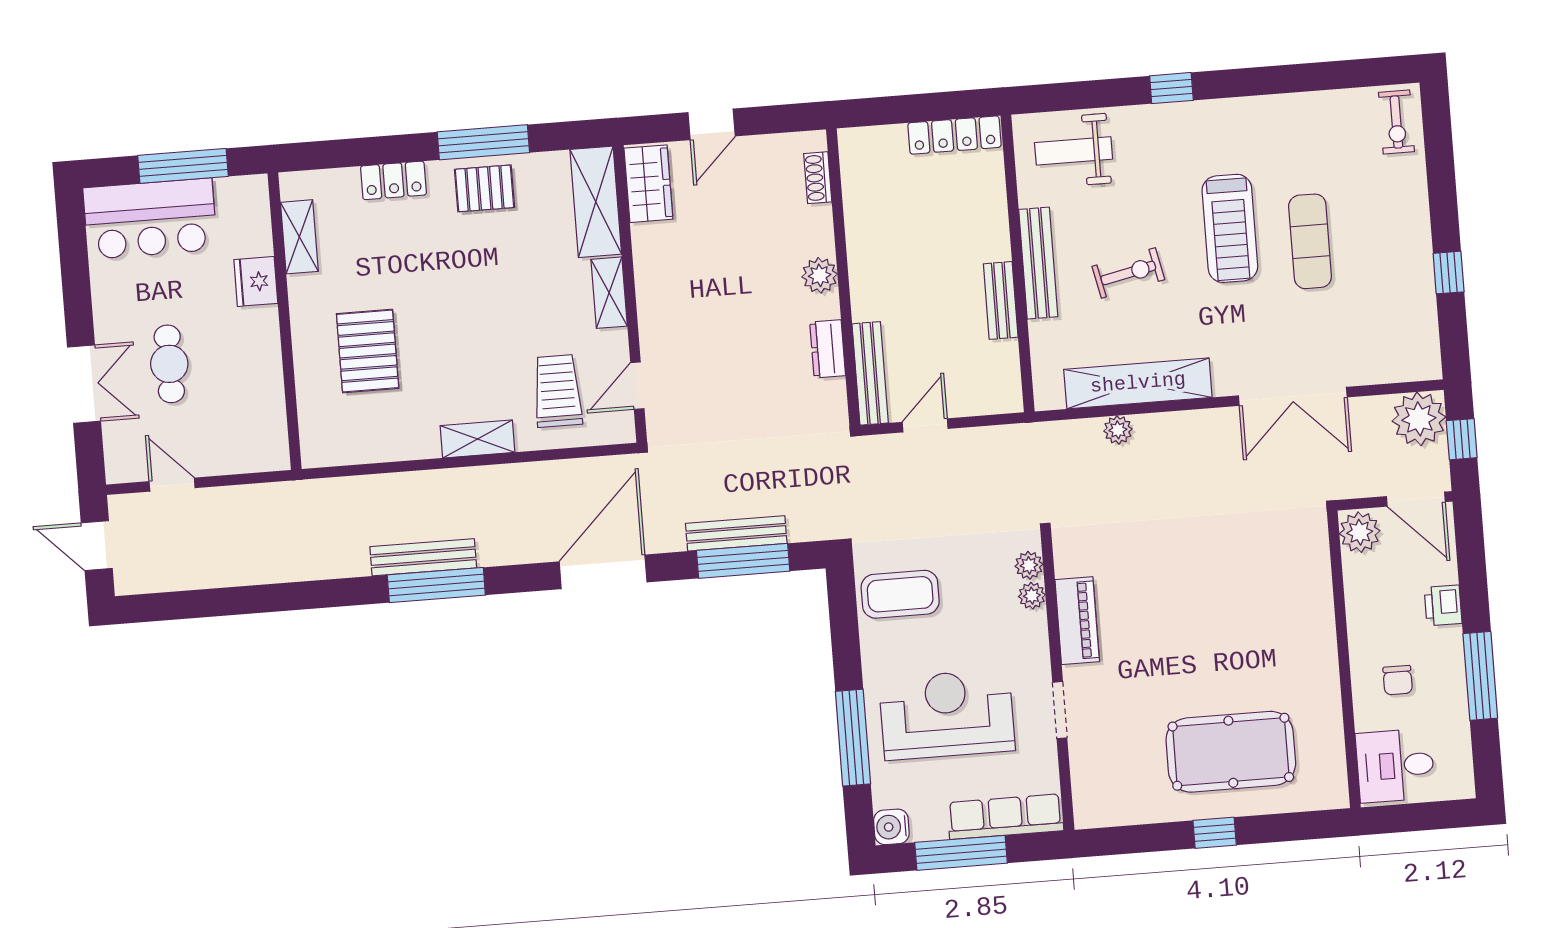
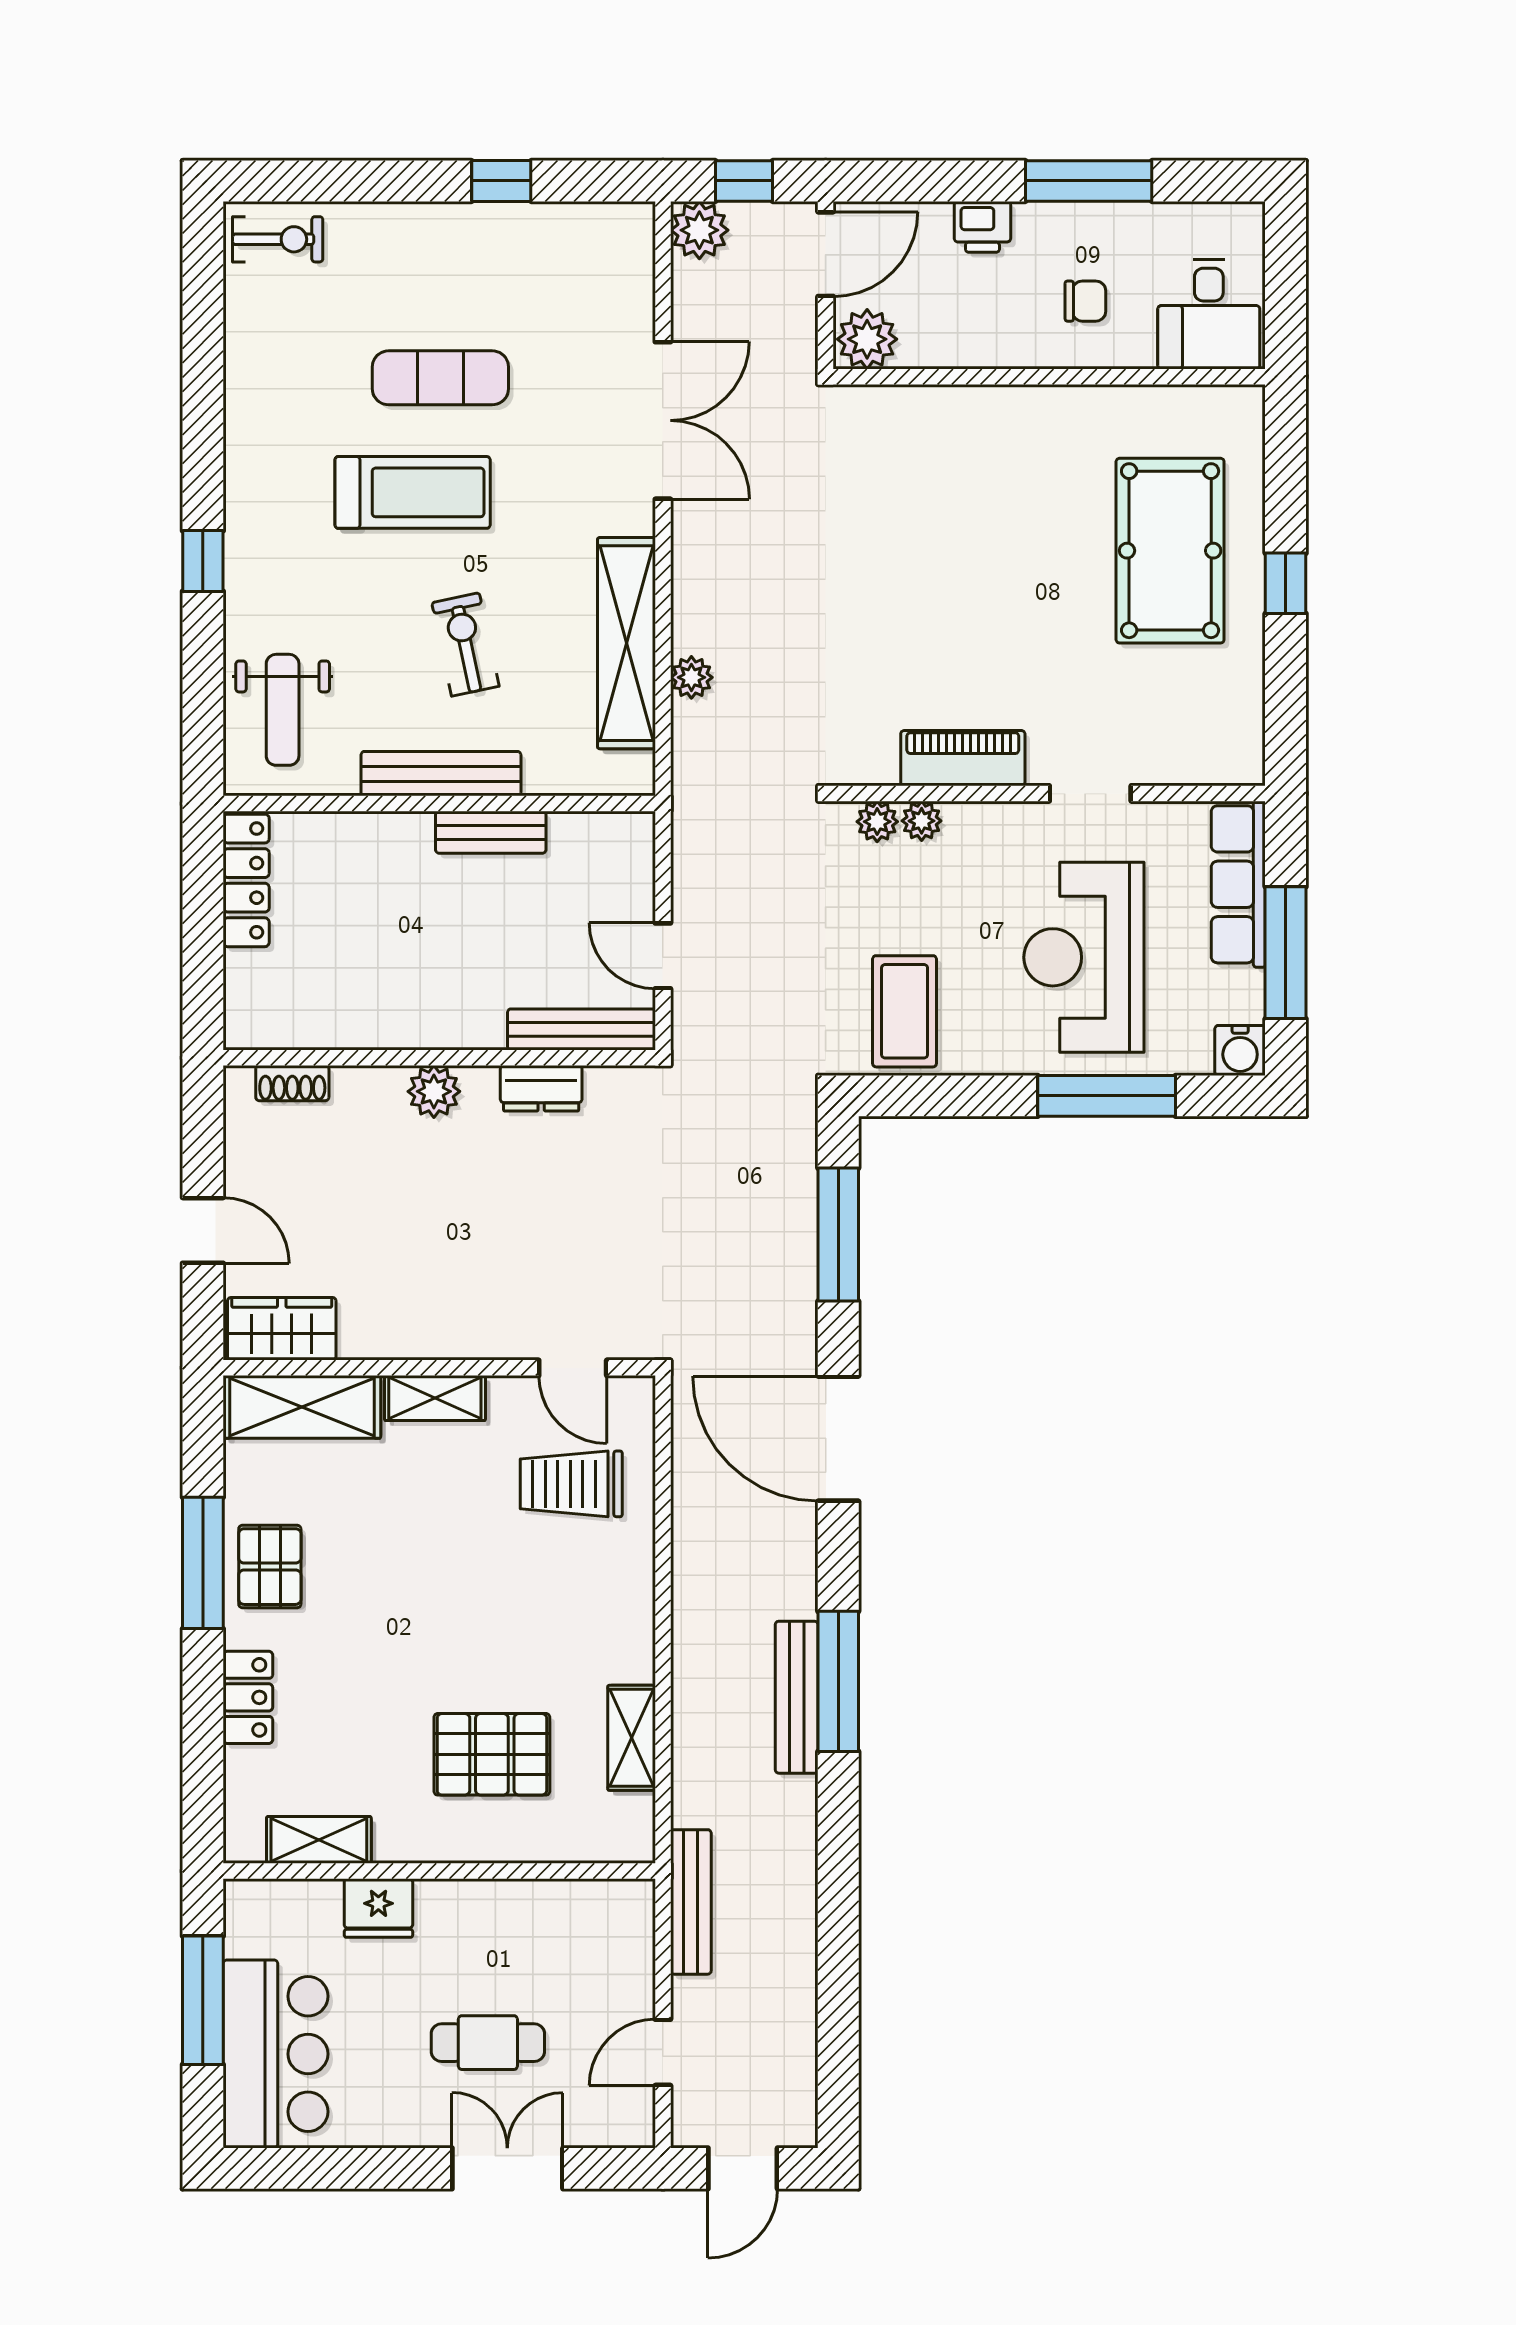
plant: (1419, 419) -> (699, 230), width x0.73, depth x0.73
shelving: (477, 439) -> (632, 1738), moved
bench: (736, 533) -> (691, 1902), moved

